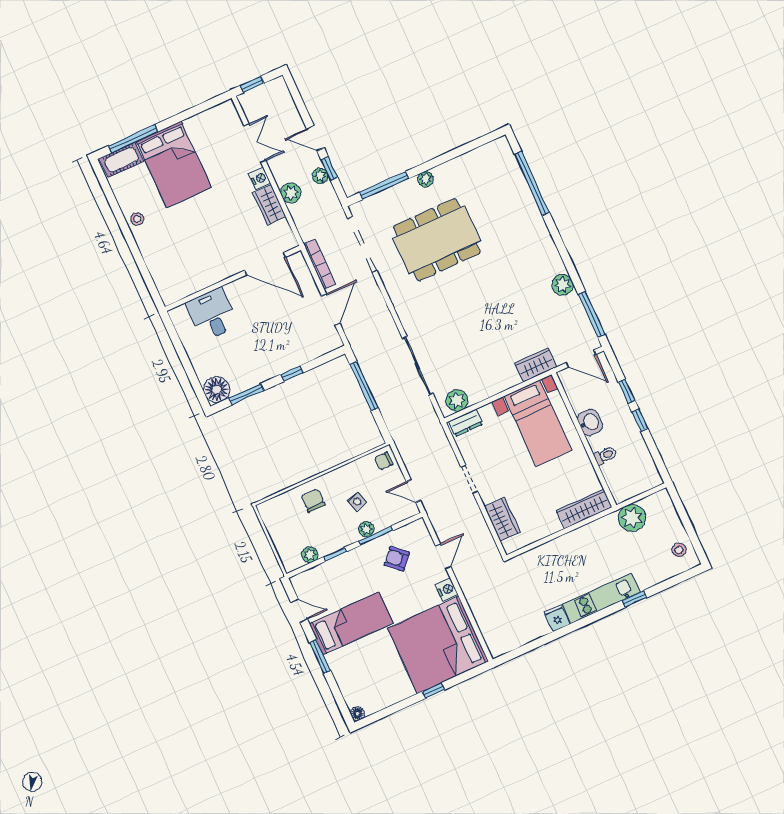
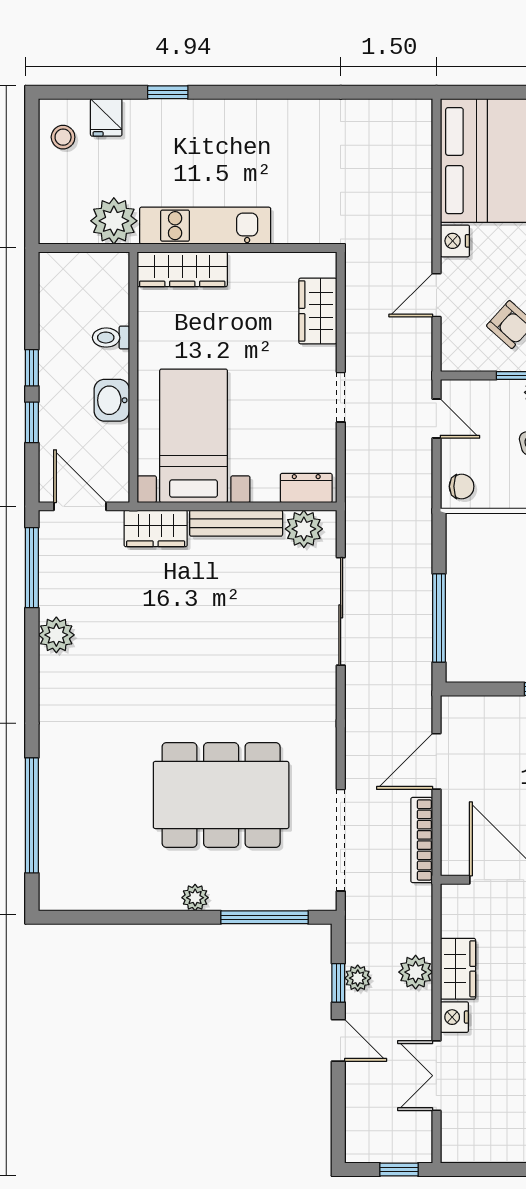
bench: (494, 387) -> (236, 523), added
kitchen unit: (601, 598) -> (205, 226), moved, turned 180
fridge: (557, 618) -> (106, 117), moved

